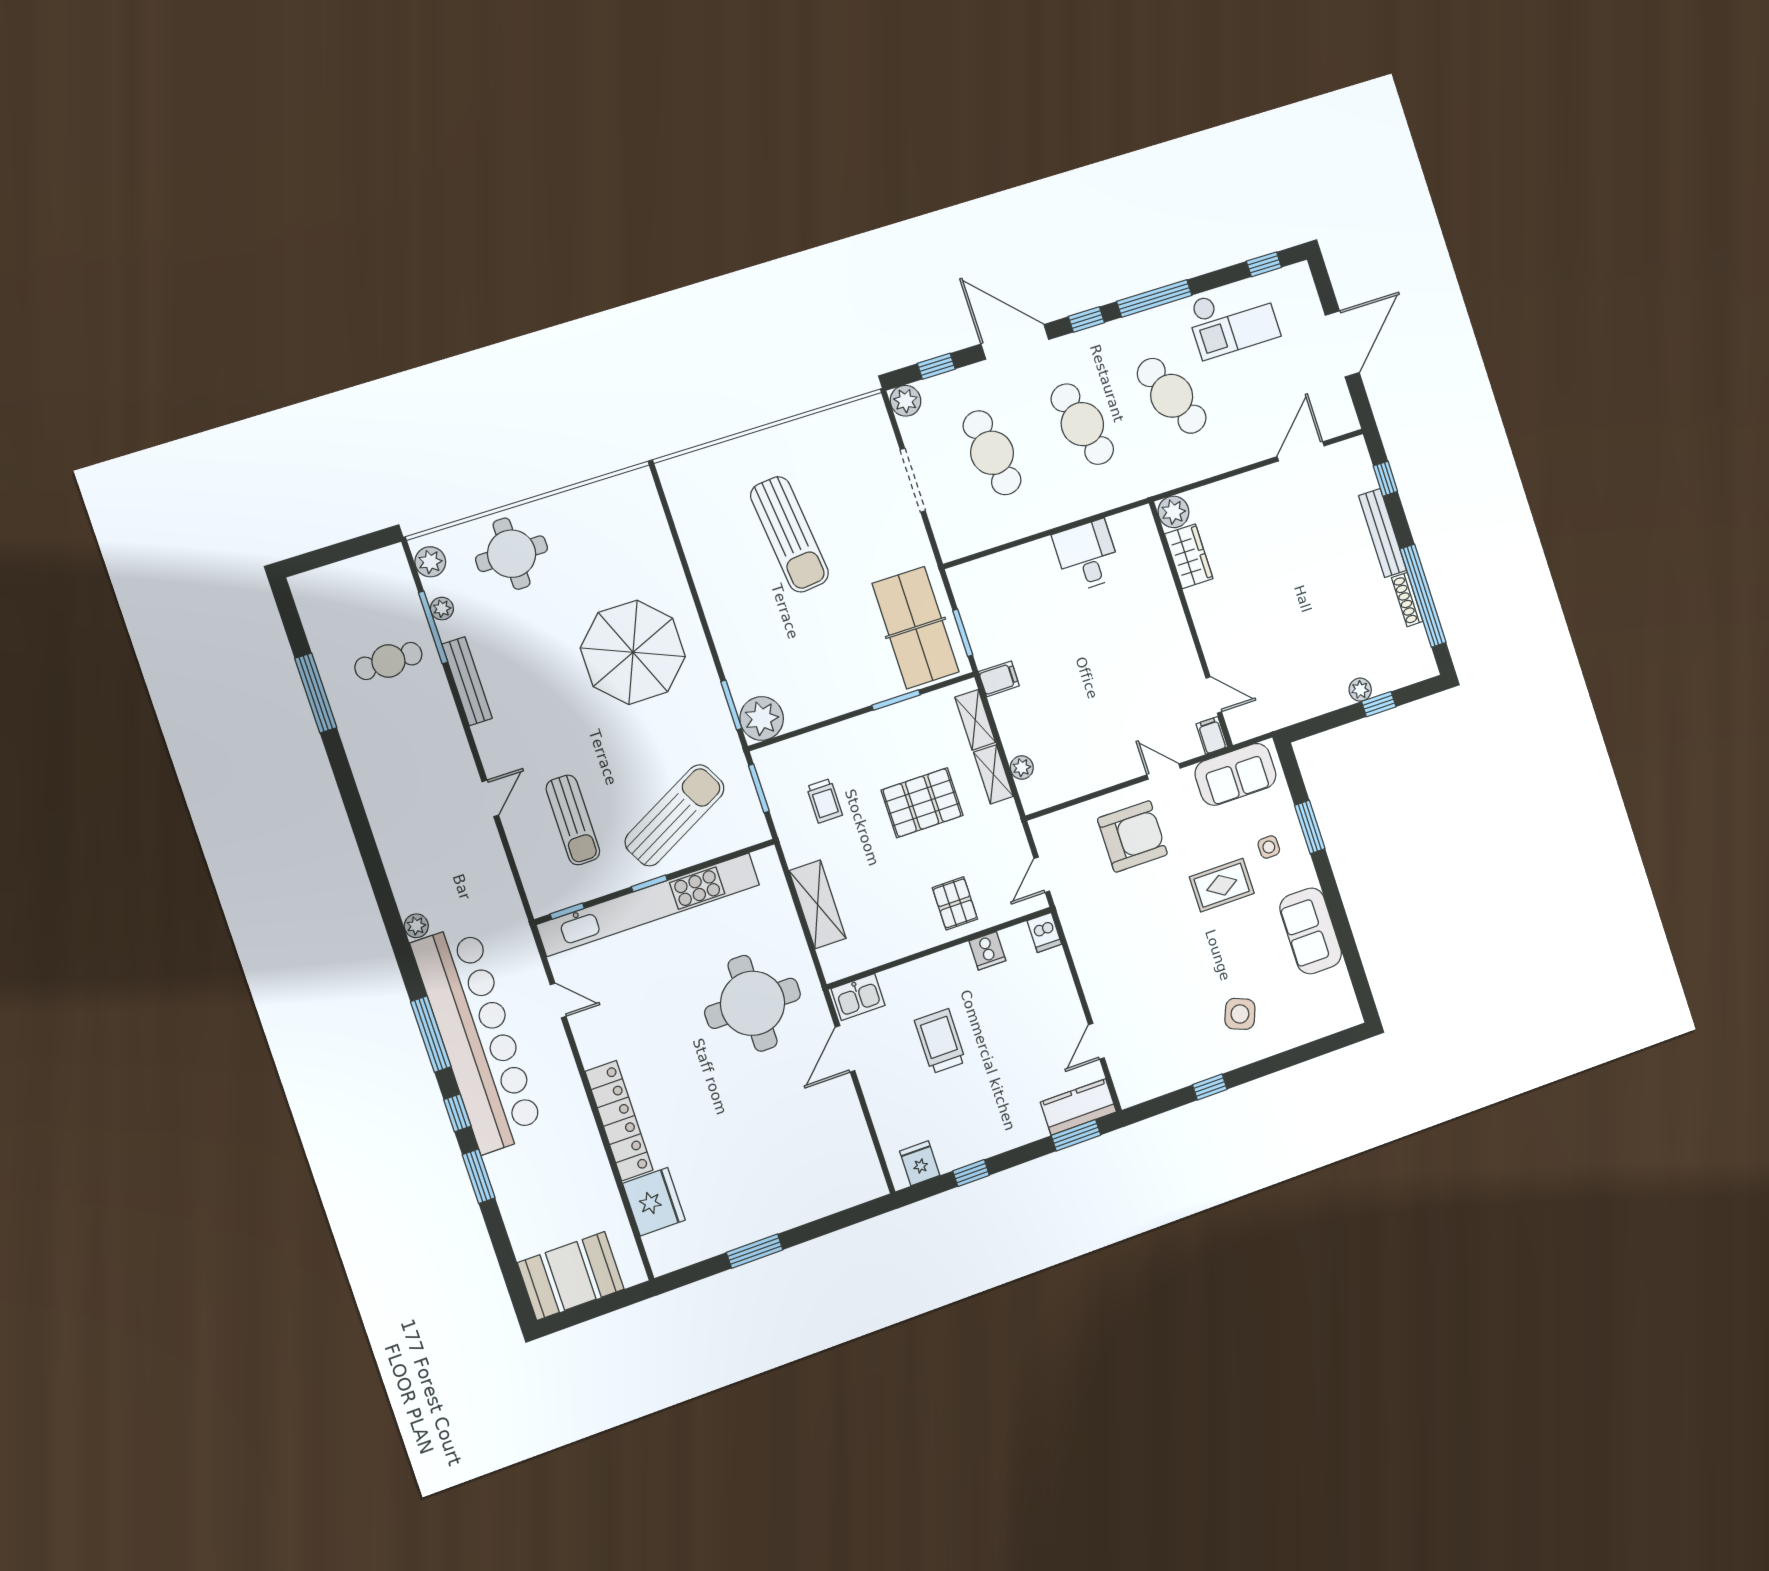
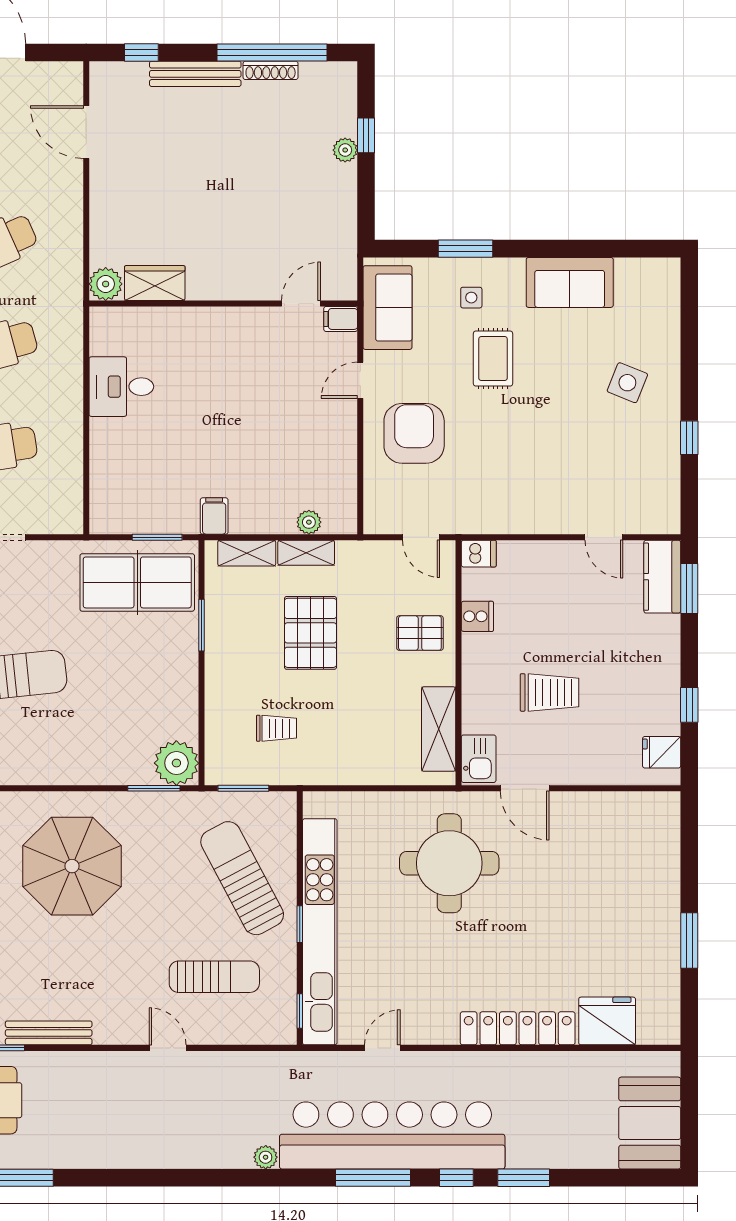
shelving: (818, 904) -> (439, 729), moved, turned 90
trolley: (940, 1041) -> (550, 692), turned 180

